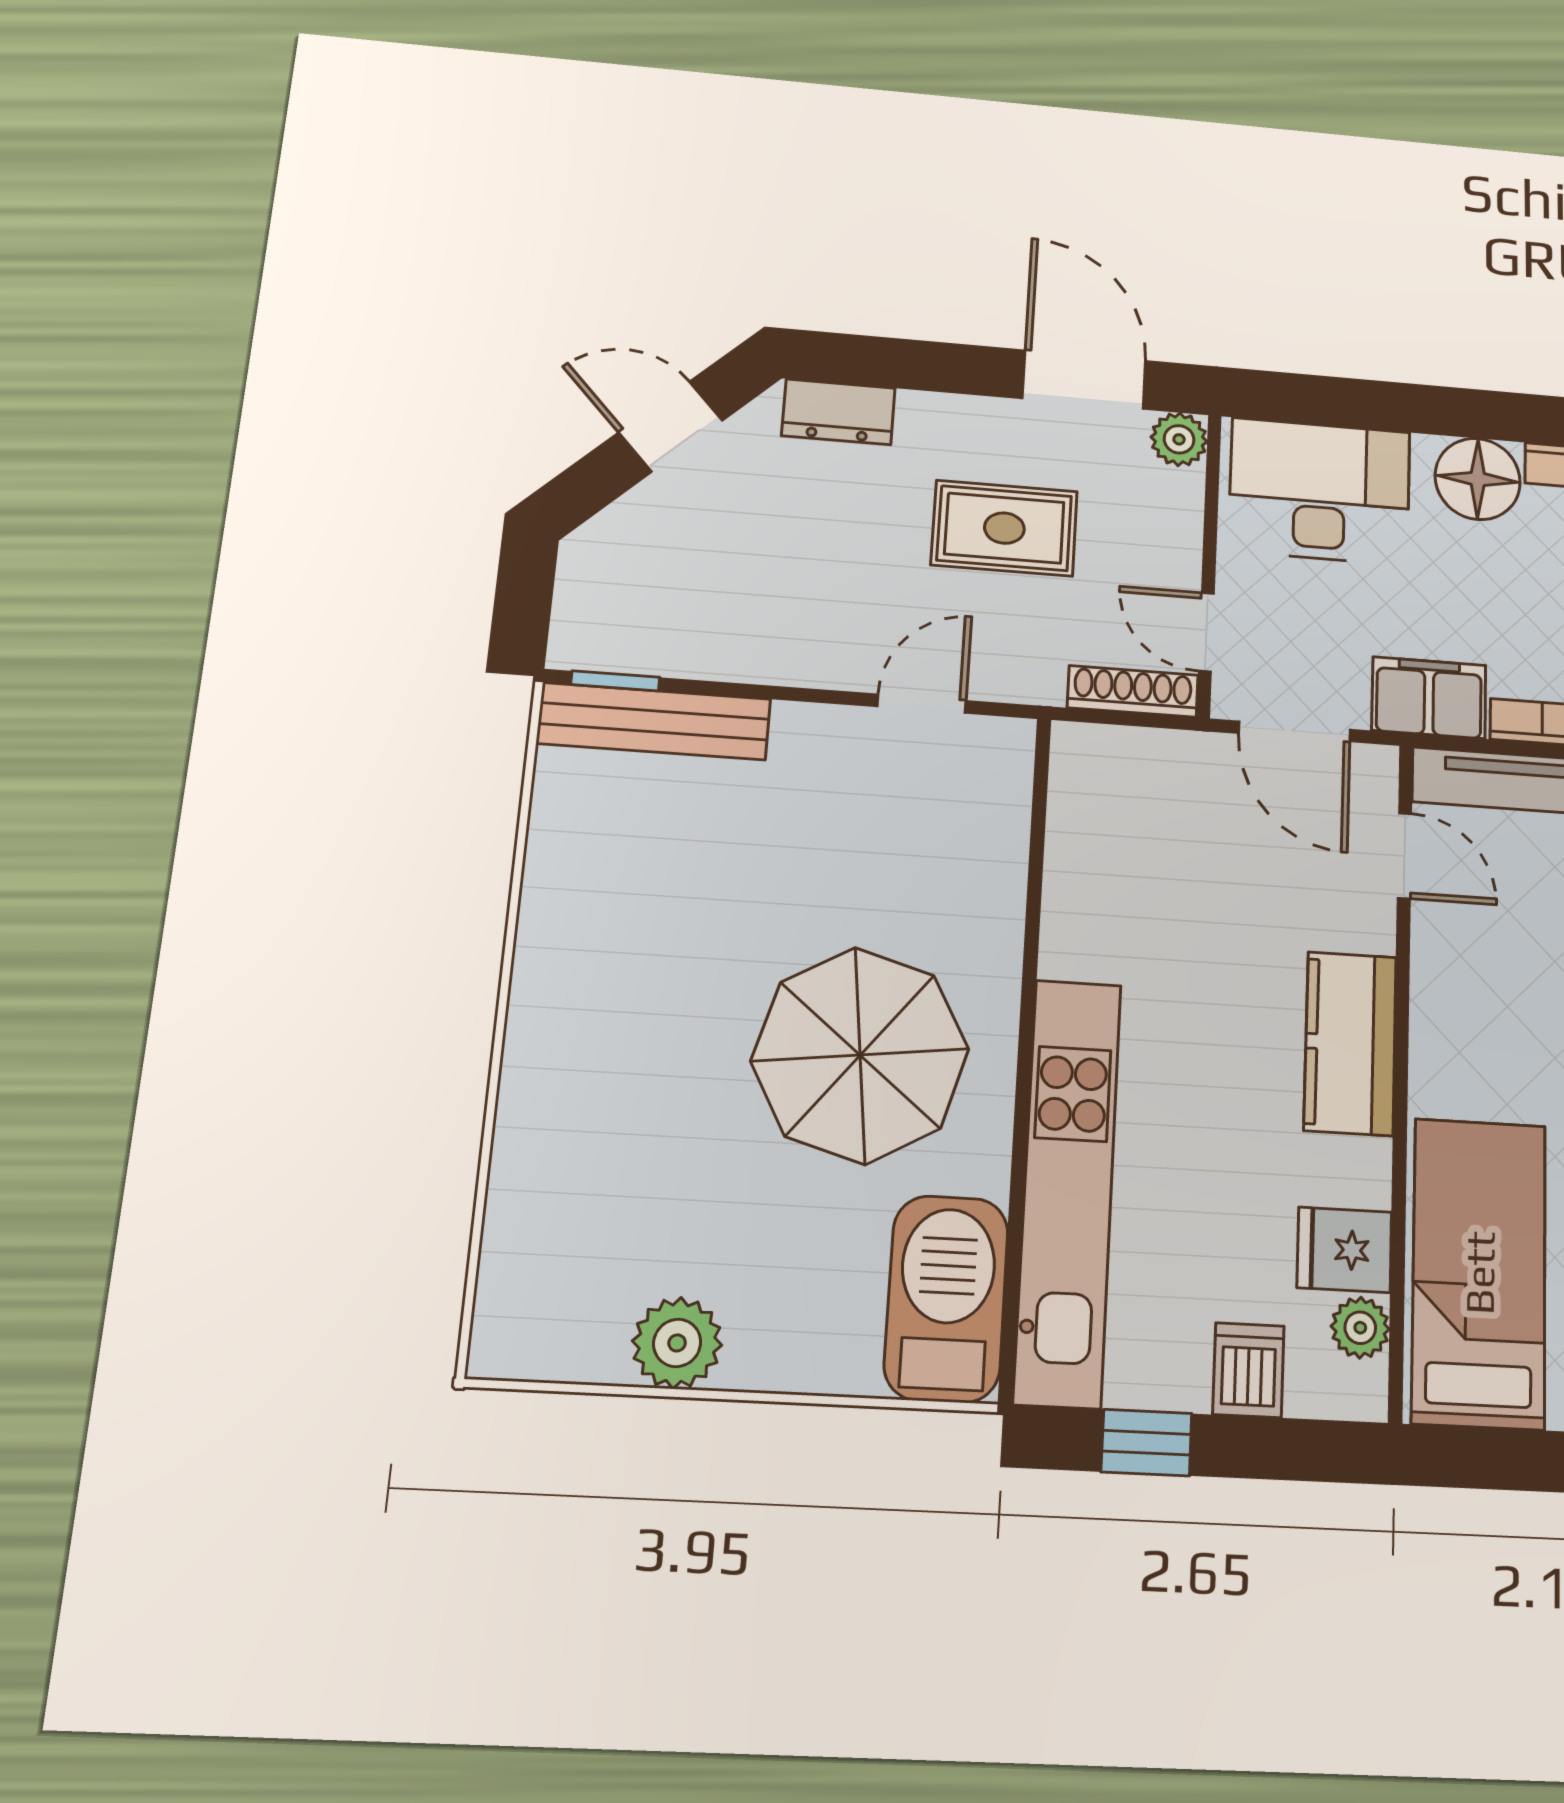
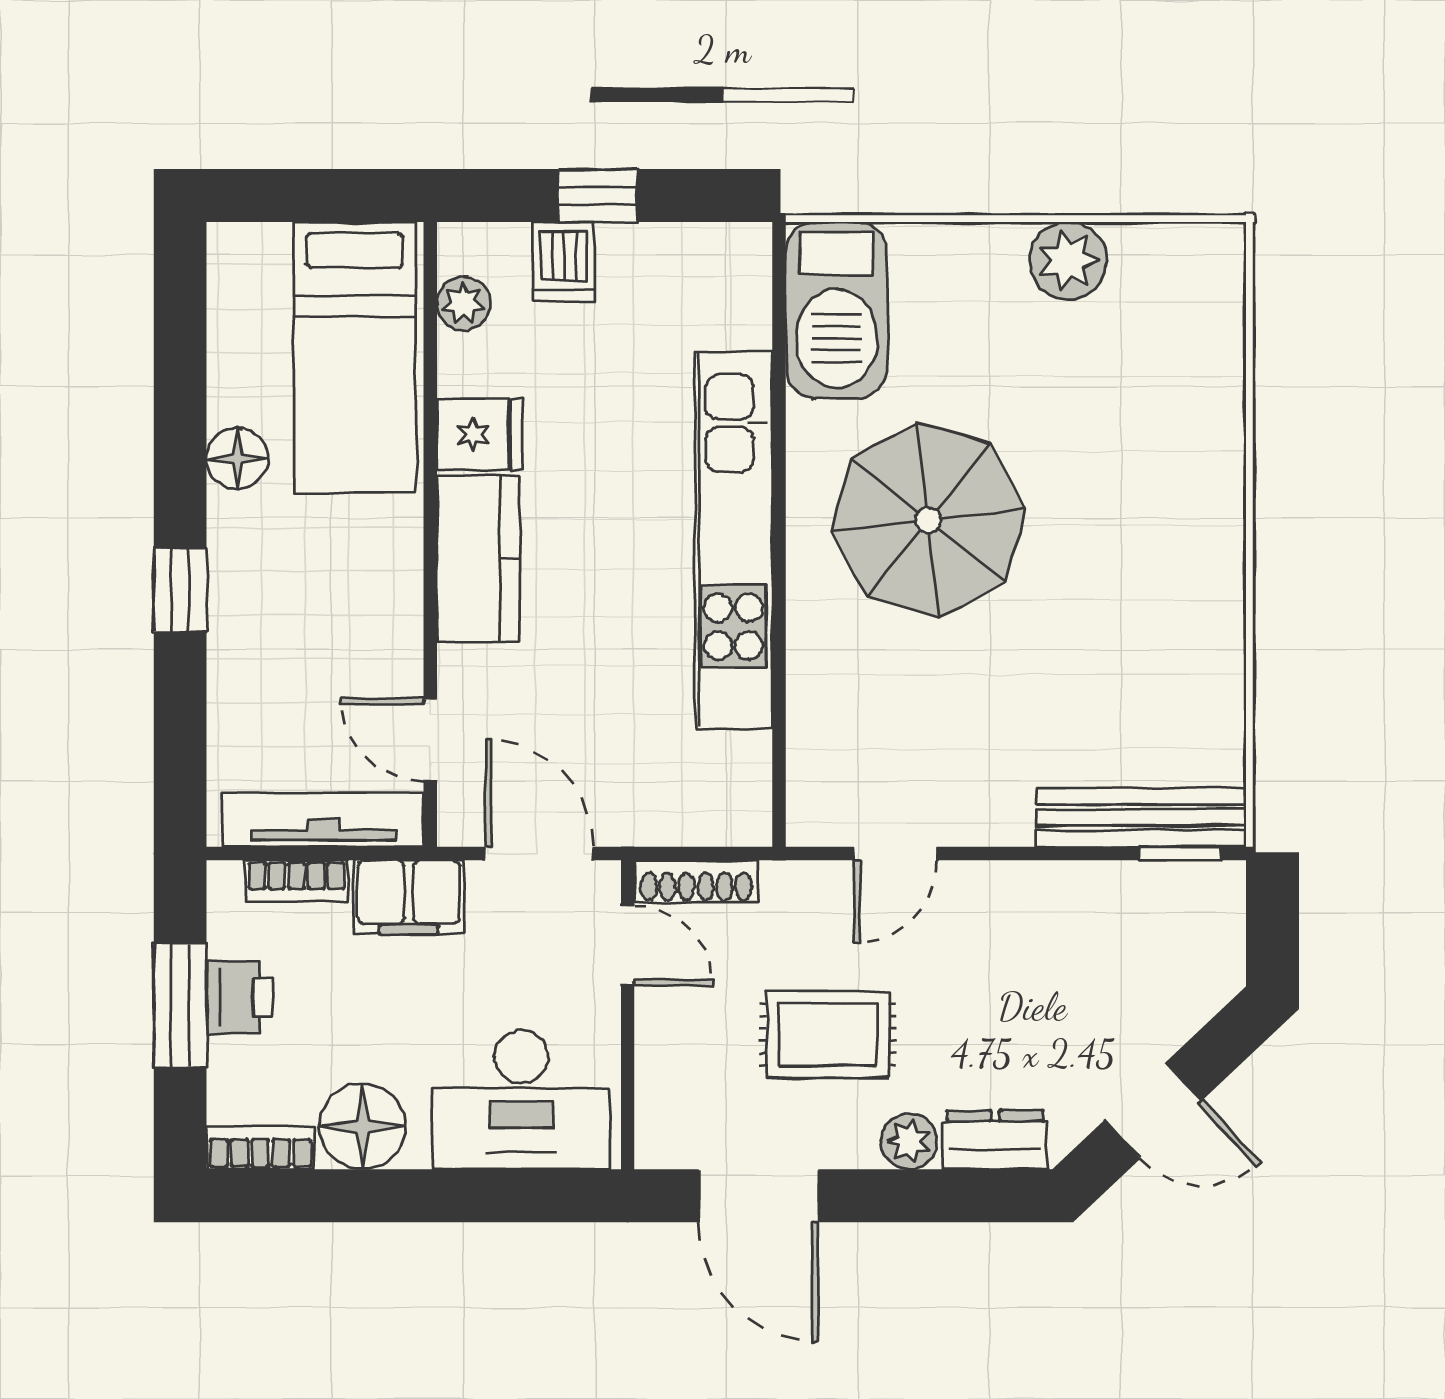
plant: (1179, 439) -> (909, 1141), moved
kitchen unit: (1068, 1190) -> (733, 540), moved
fridge: (1344, 1250) -> (480, 435), moved
window: (1147, 1443) -> (598, 196), moved

